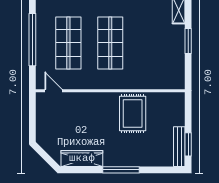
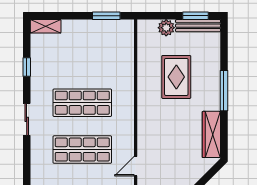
window: (188, 41) -> (106, 16), moved
rug: (133, 113) -> (176, 77), moved, turned 90
plant: (177, 118) -> (166, 28), added

